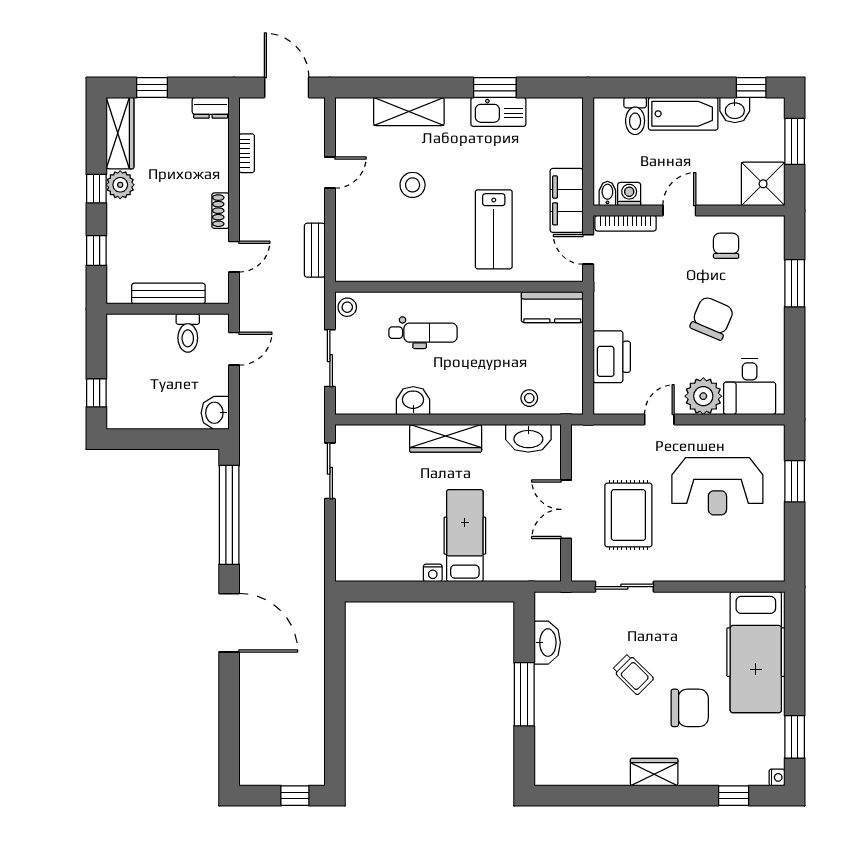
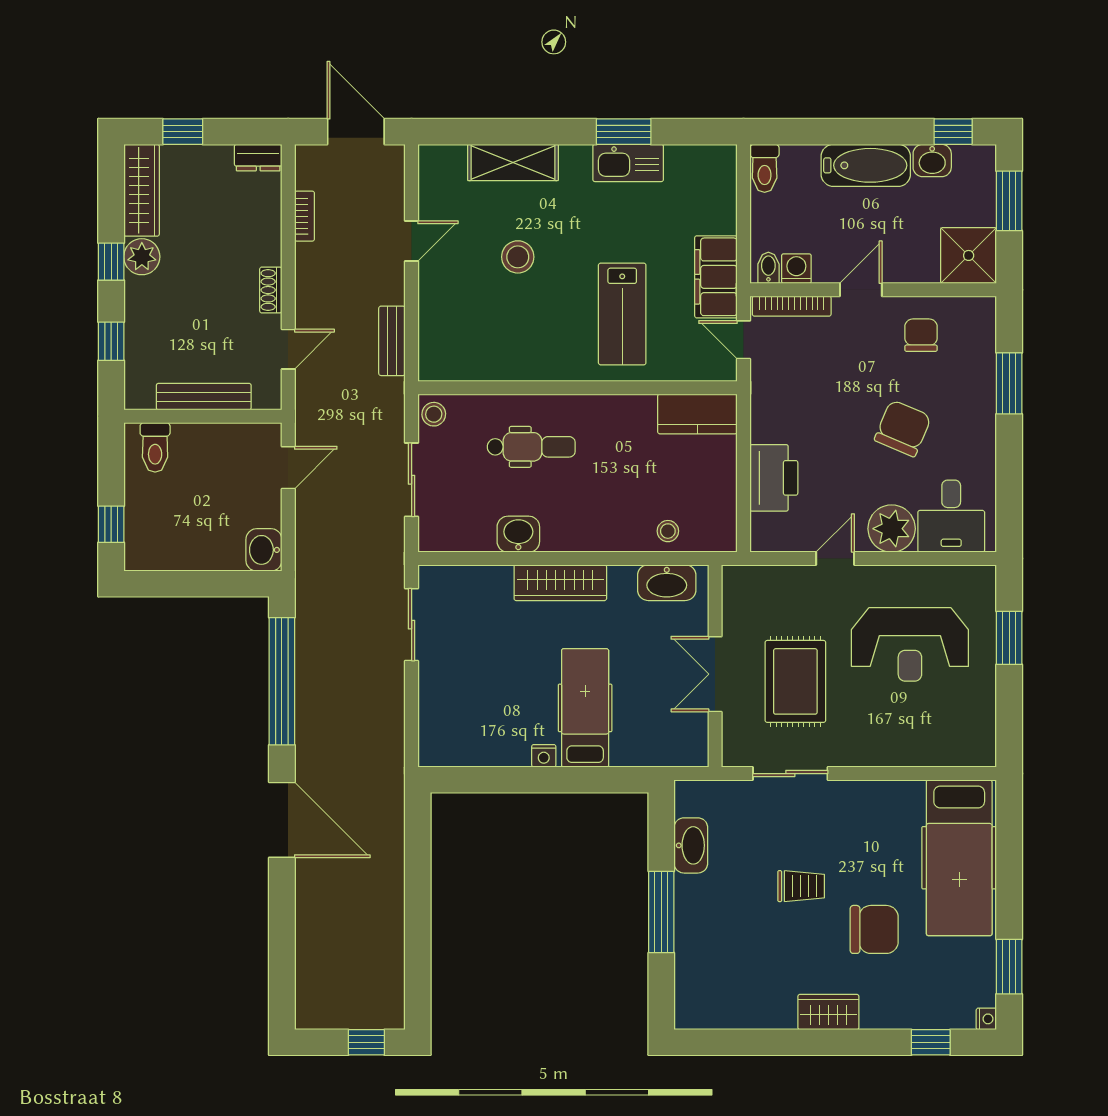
toilet: (635, 116) -> (765, 168), moved
toilet: (188, 333) -> (155, 447), moved
trolley: (633, 674) -> (801, 886), turned -45

